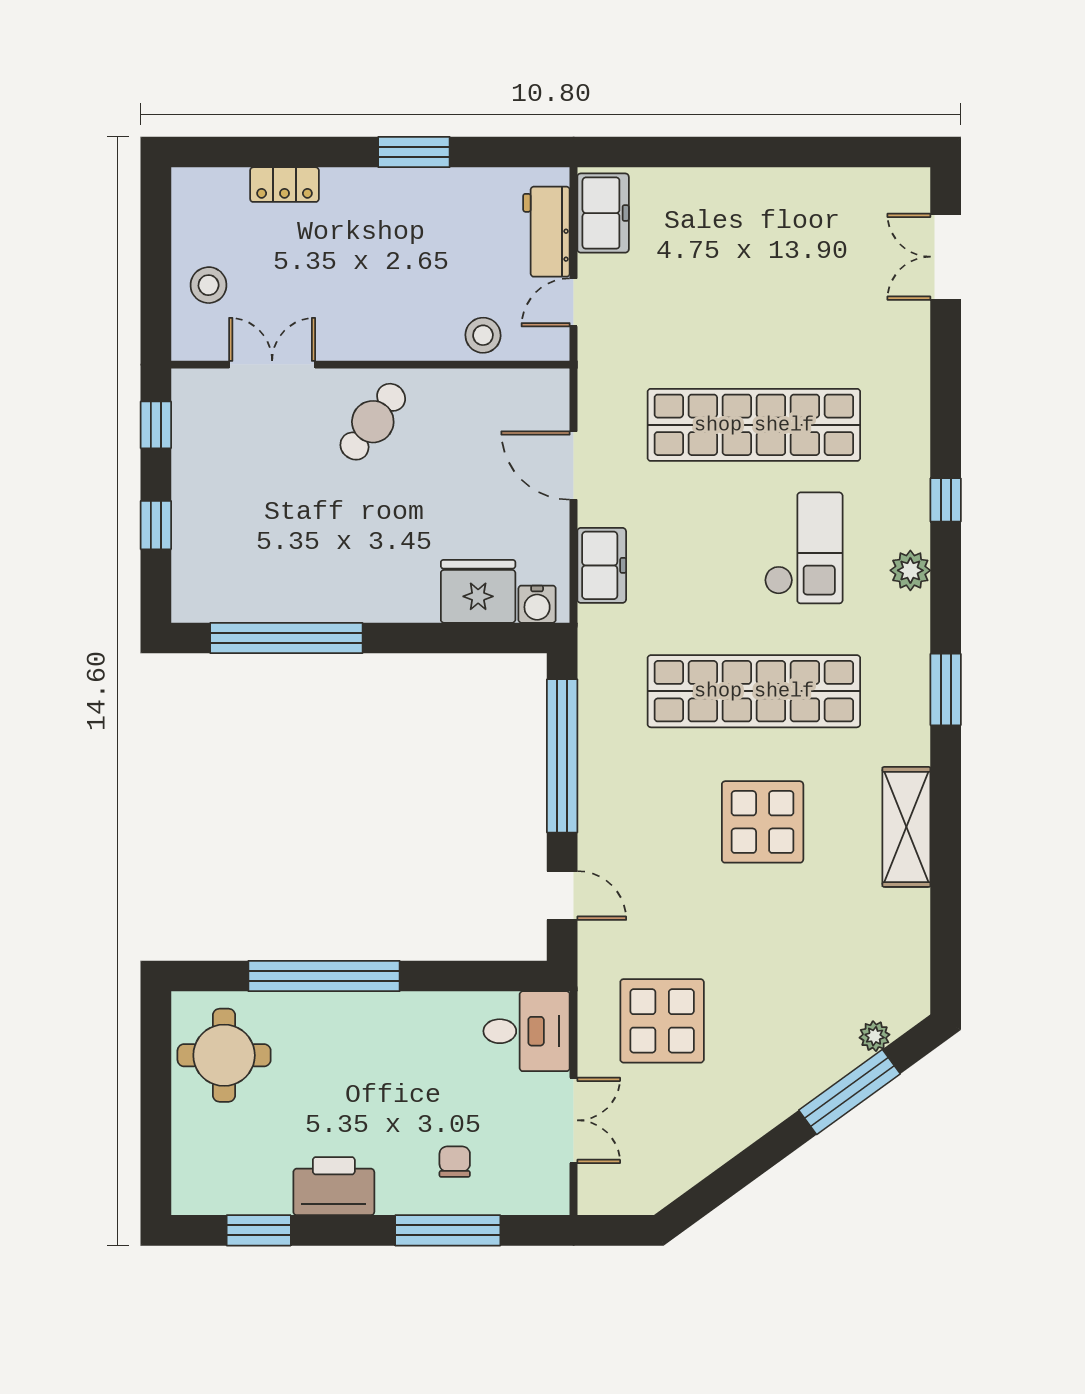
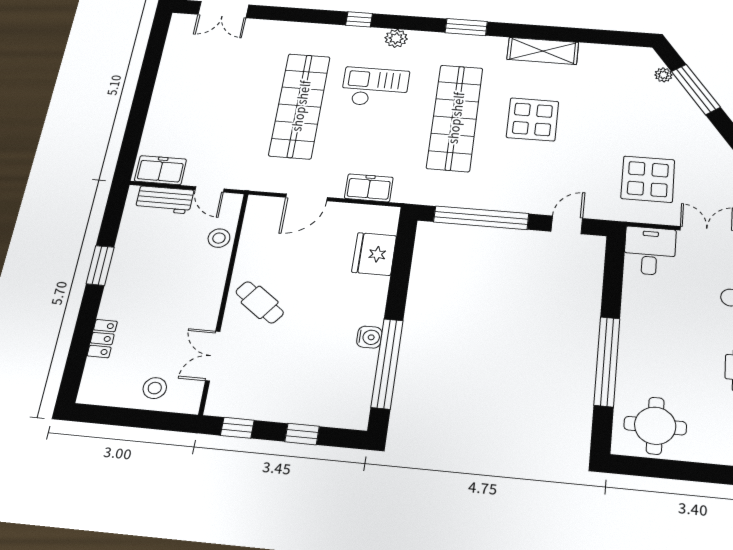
water cooler: (537, 604) -> (369, 337), moved

